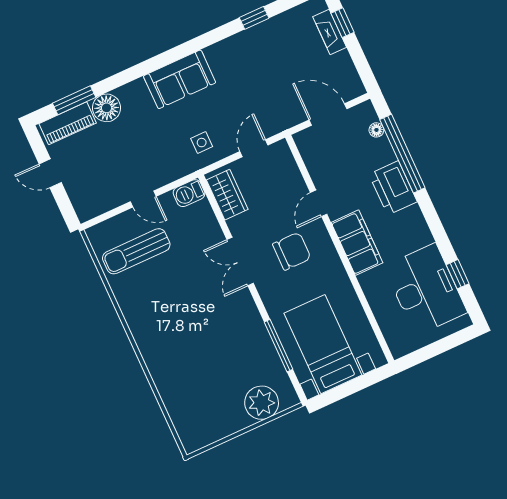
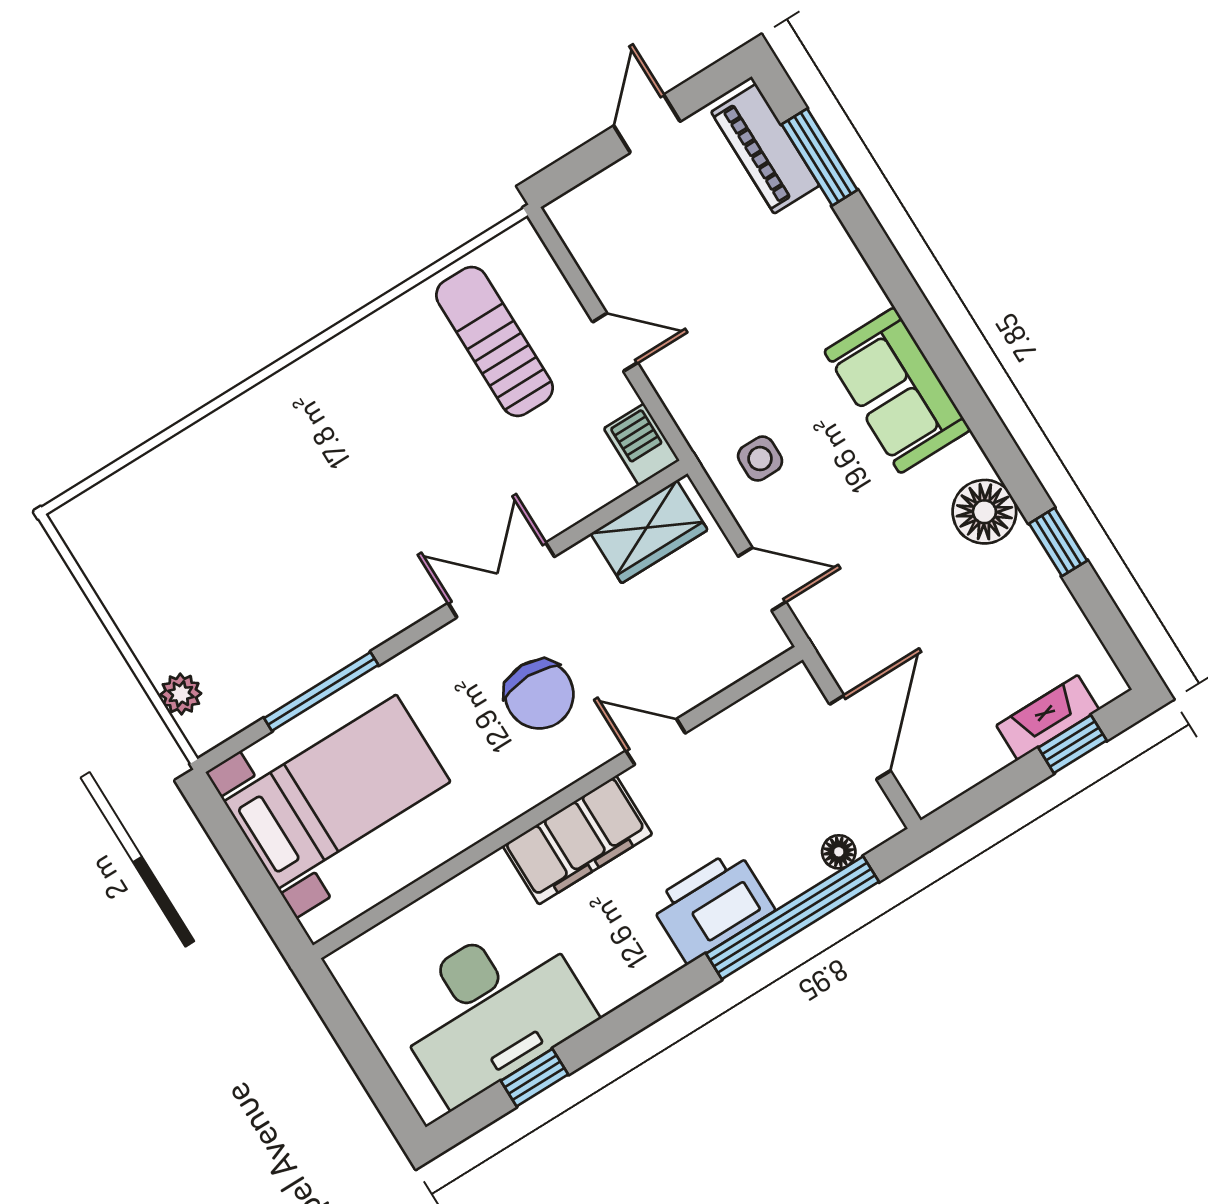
floor lamp: (107, 108) -> (984, 512), moved
door: (143, 199) -> (615, 342), swing flipped
plant: (262, 403) -> (181, 694), width x0.53, depth x0.53

